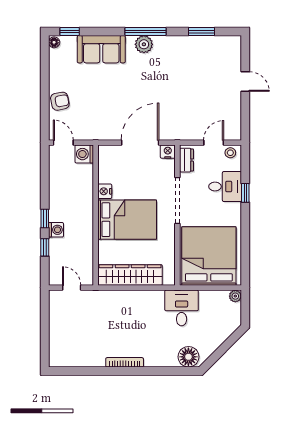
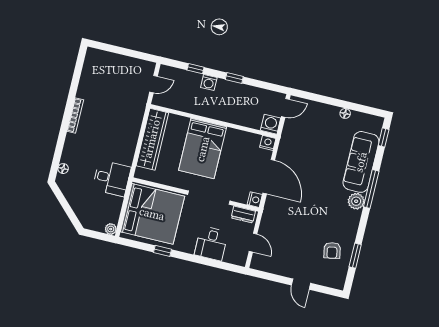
window: (145, 32) -> (371, 189), moved
floor lamp: (54, 42) -> (345, 113), moved
sofa: (101, 49) -> (361, 162), width x1.36
door: (245, 82) -> (301, 284), hinge flipped
armchair: (60, 101) -> (332, 250), moved
stool: (230, 153) -> (240, 255), removed
nightstand: (105, 191) -> (268, 143), moved
window: (245, 193) -> (162, 251), moved
window: (45, 218) -> (234, 78), moved
floor lamp: (188, 357) -> (63, 169), width x0.53, depth x0.53

